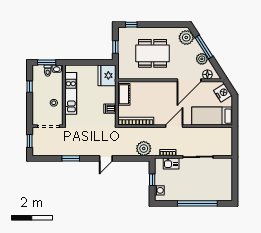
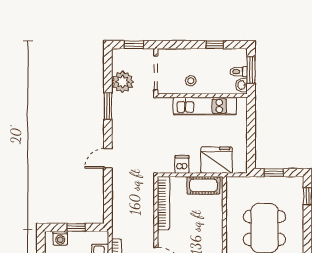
fridge: (107, 75) -> (216, 160), moved
plant: (144, 148) -> (123, 82), moved
door: (106, 158) -> (108, 158), hinge flipped

